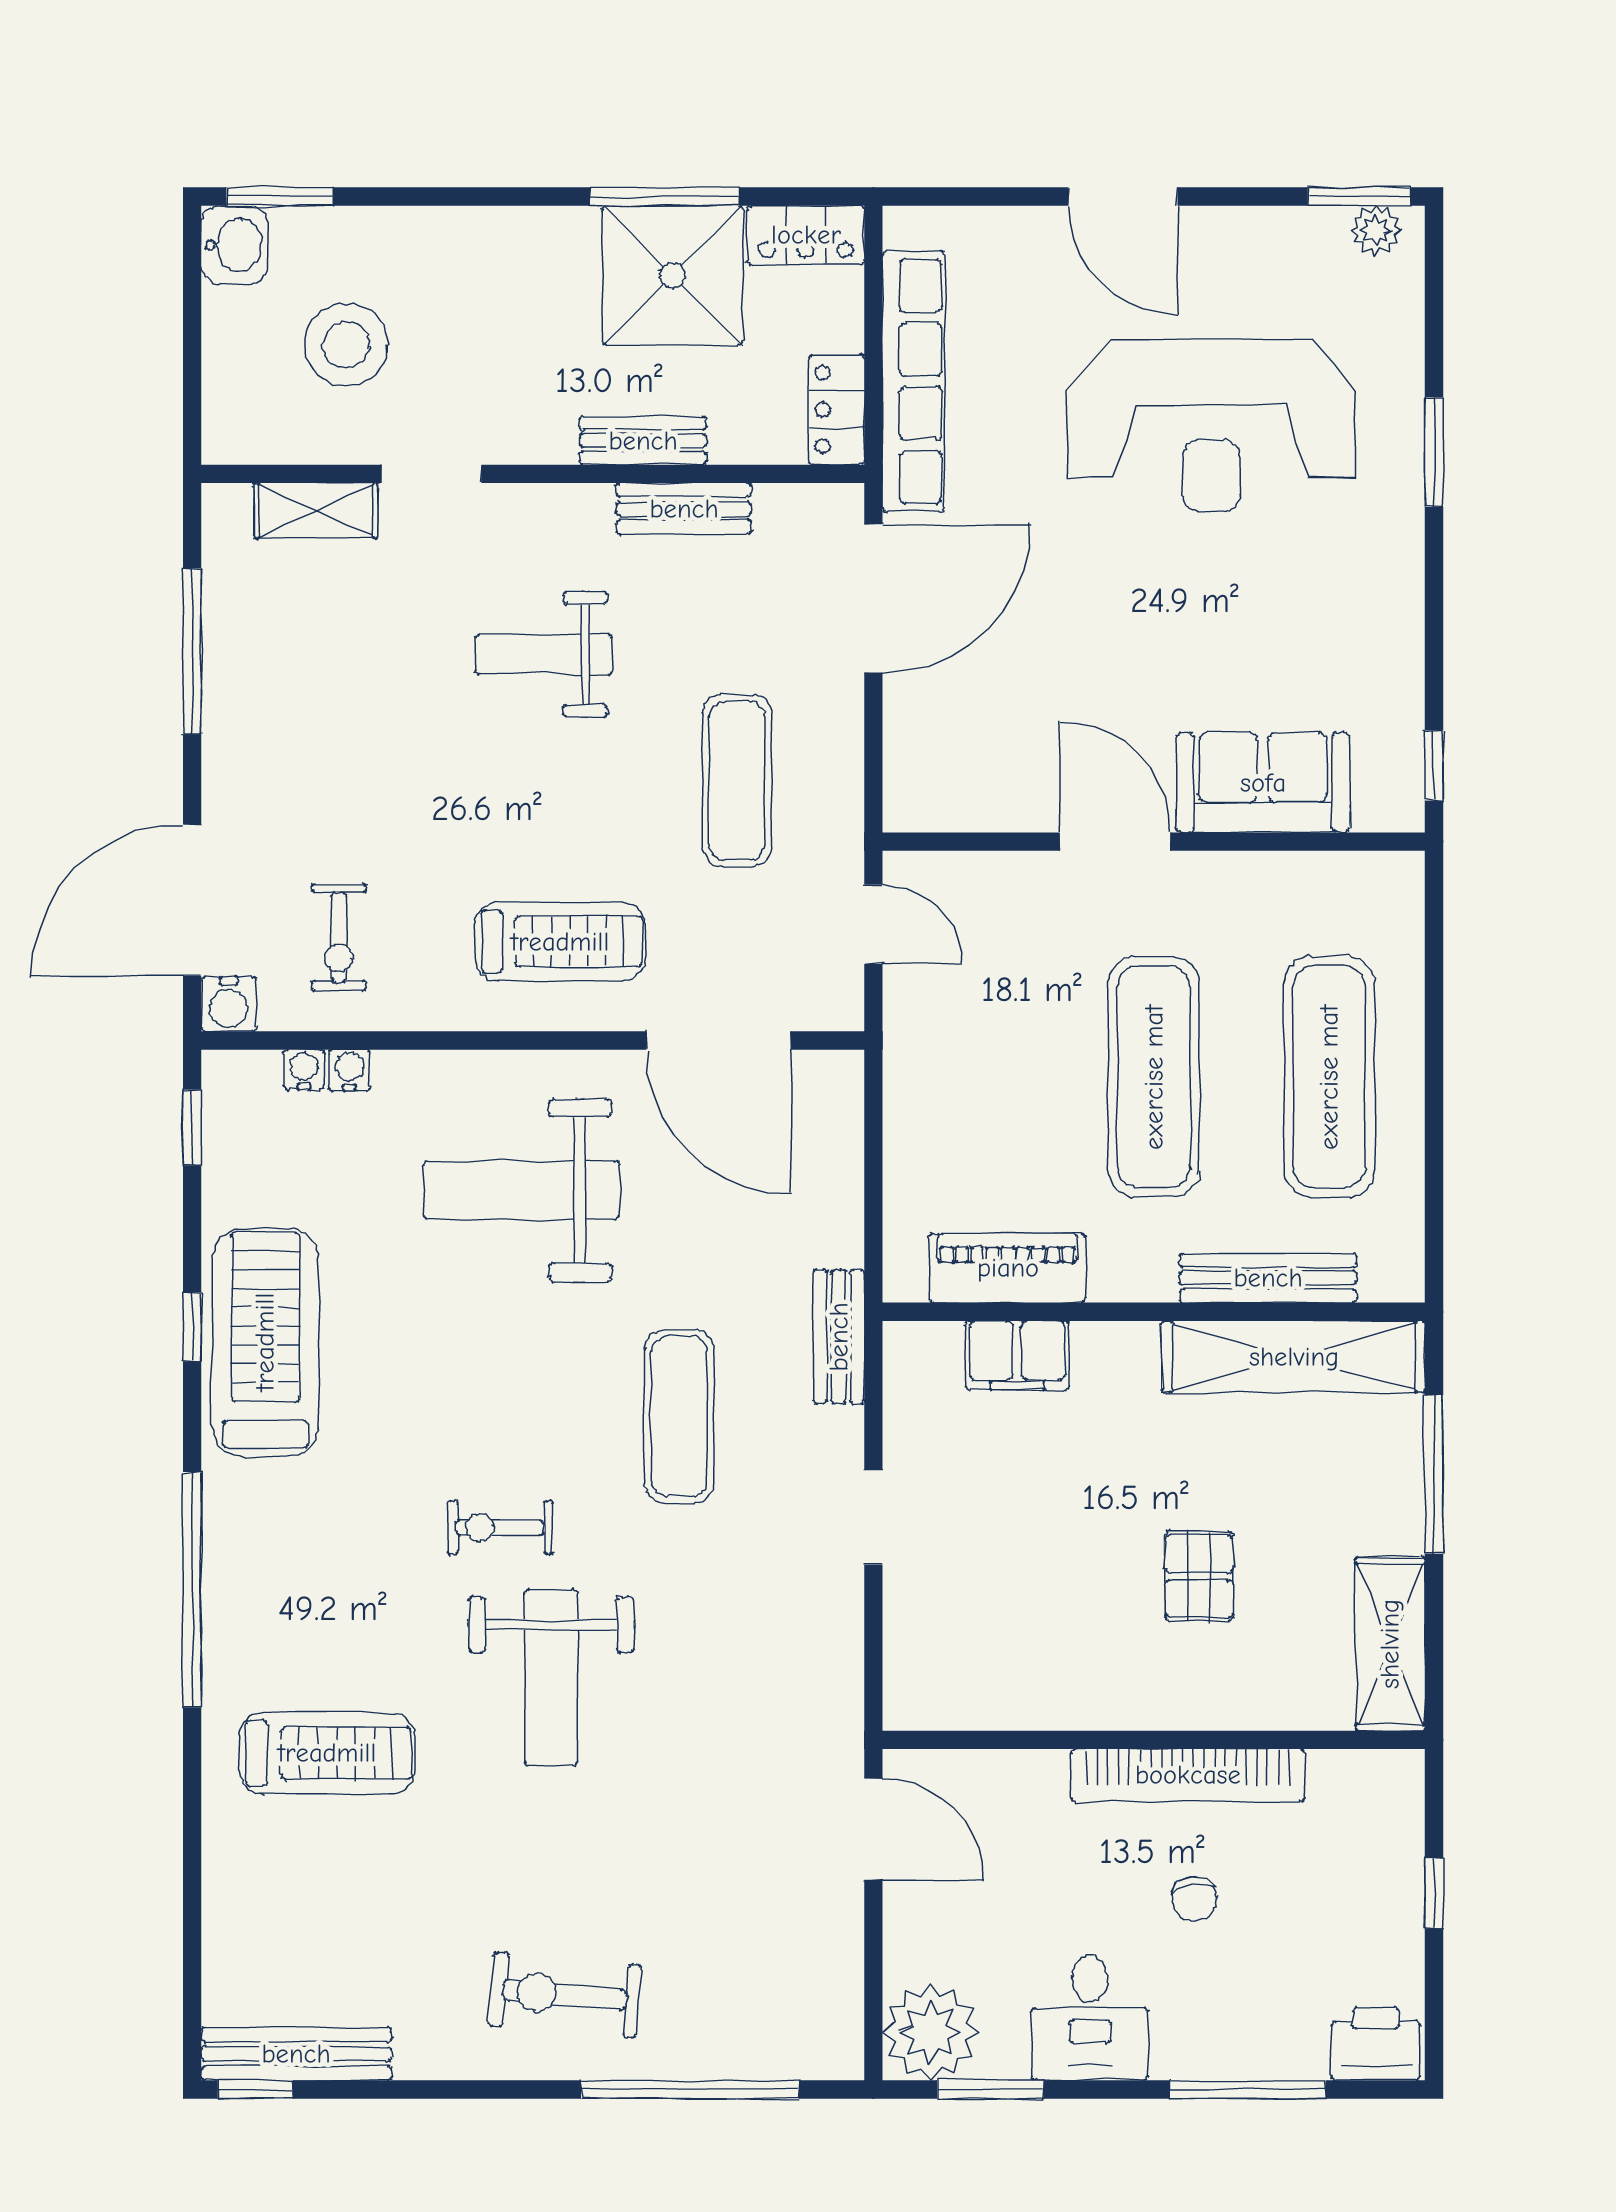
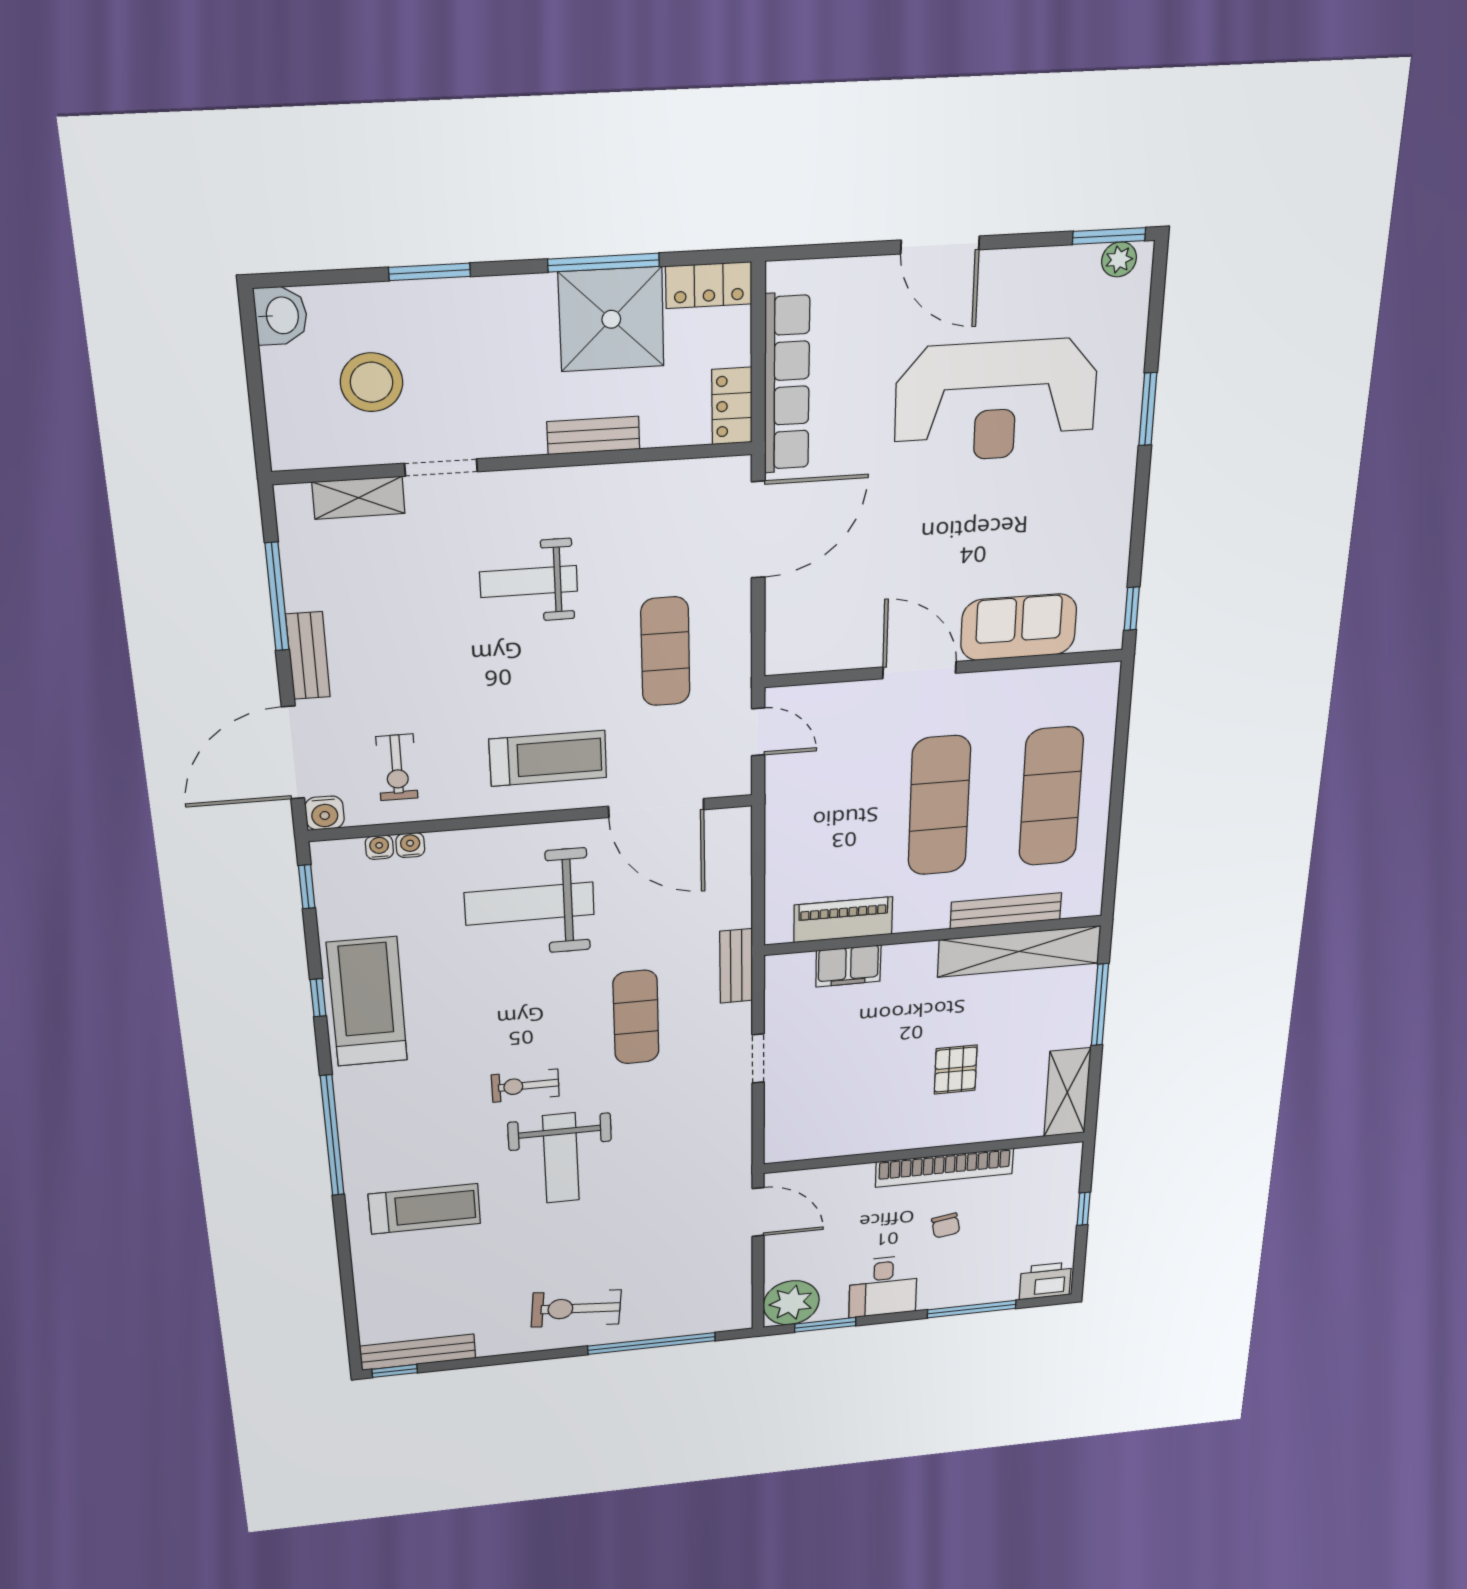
window: (280, 196) -> (430, 272), moved
bench: (684, 509) -> (308, 656), moved, turned 90

